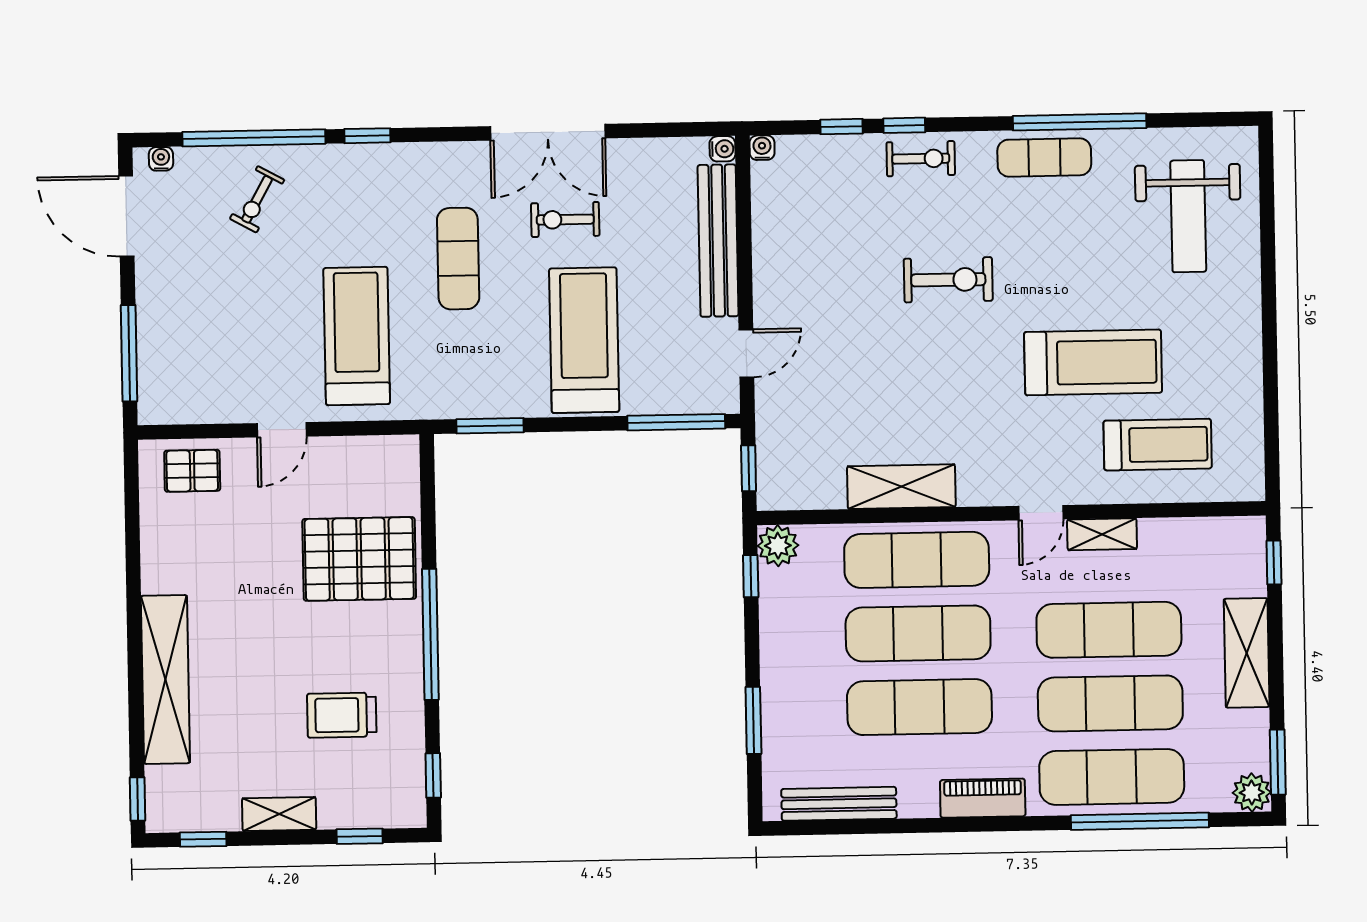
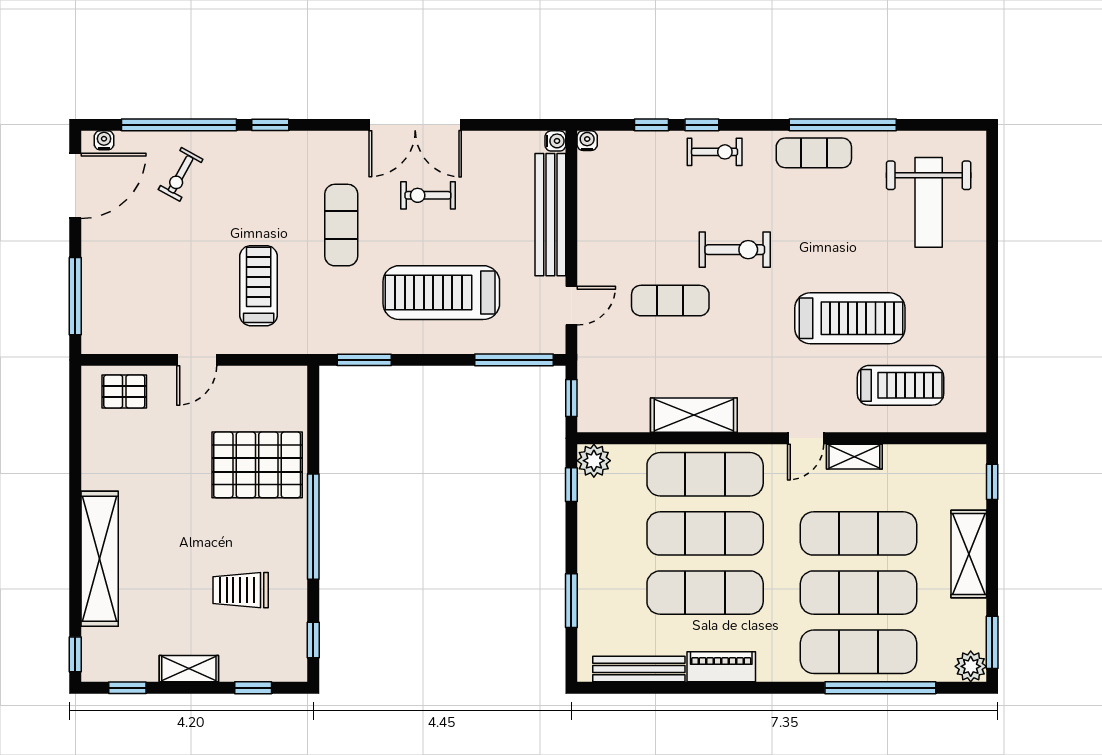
door: (126, 216) -> (75, 186), swing flipped
treadmill: (357, 336) -> (259, 286), width x0.73, depth x0.73
treadmill: (584, 340) -> (441, 293), turned -90
exercise mat: (869, 345) -> (670, 301), added
piano: (983, 798) -> (721, 667), moved

